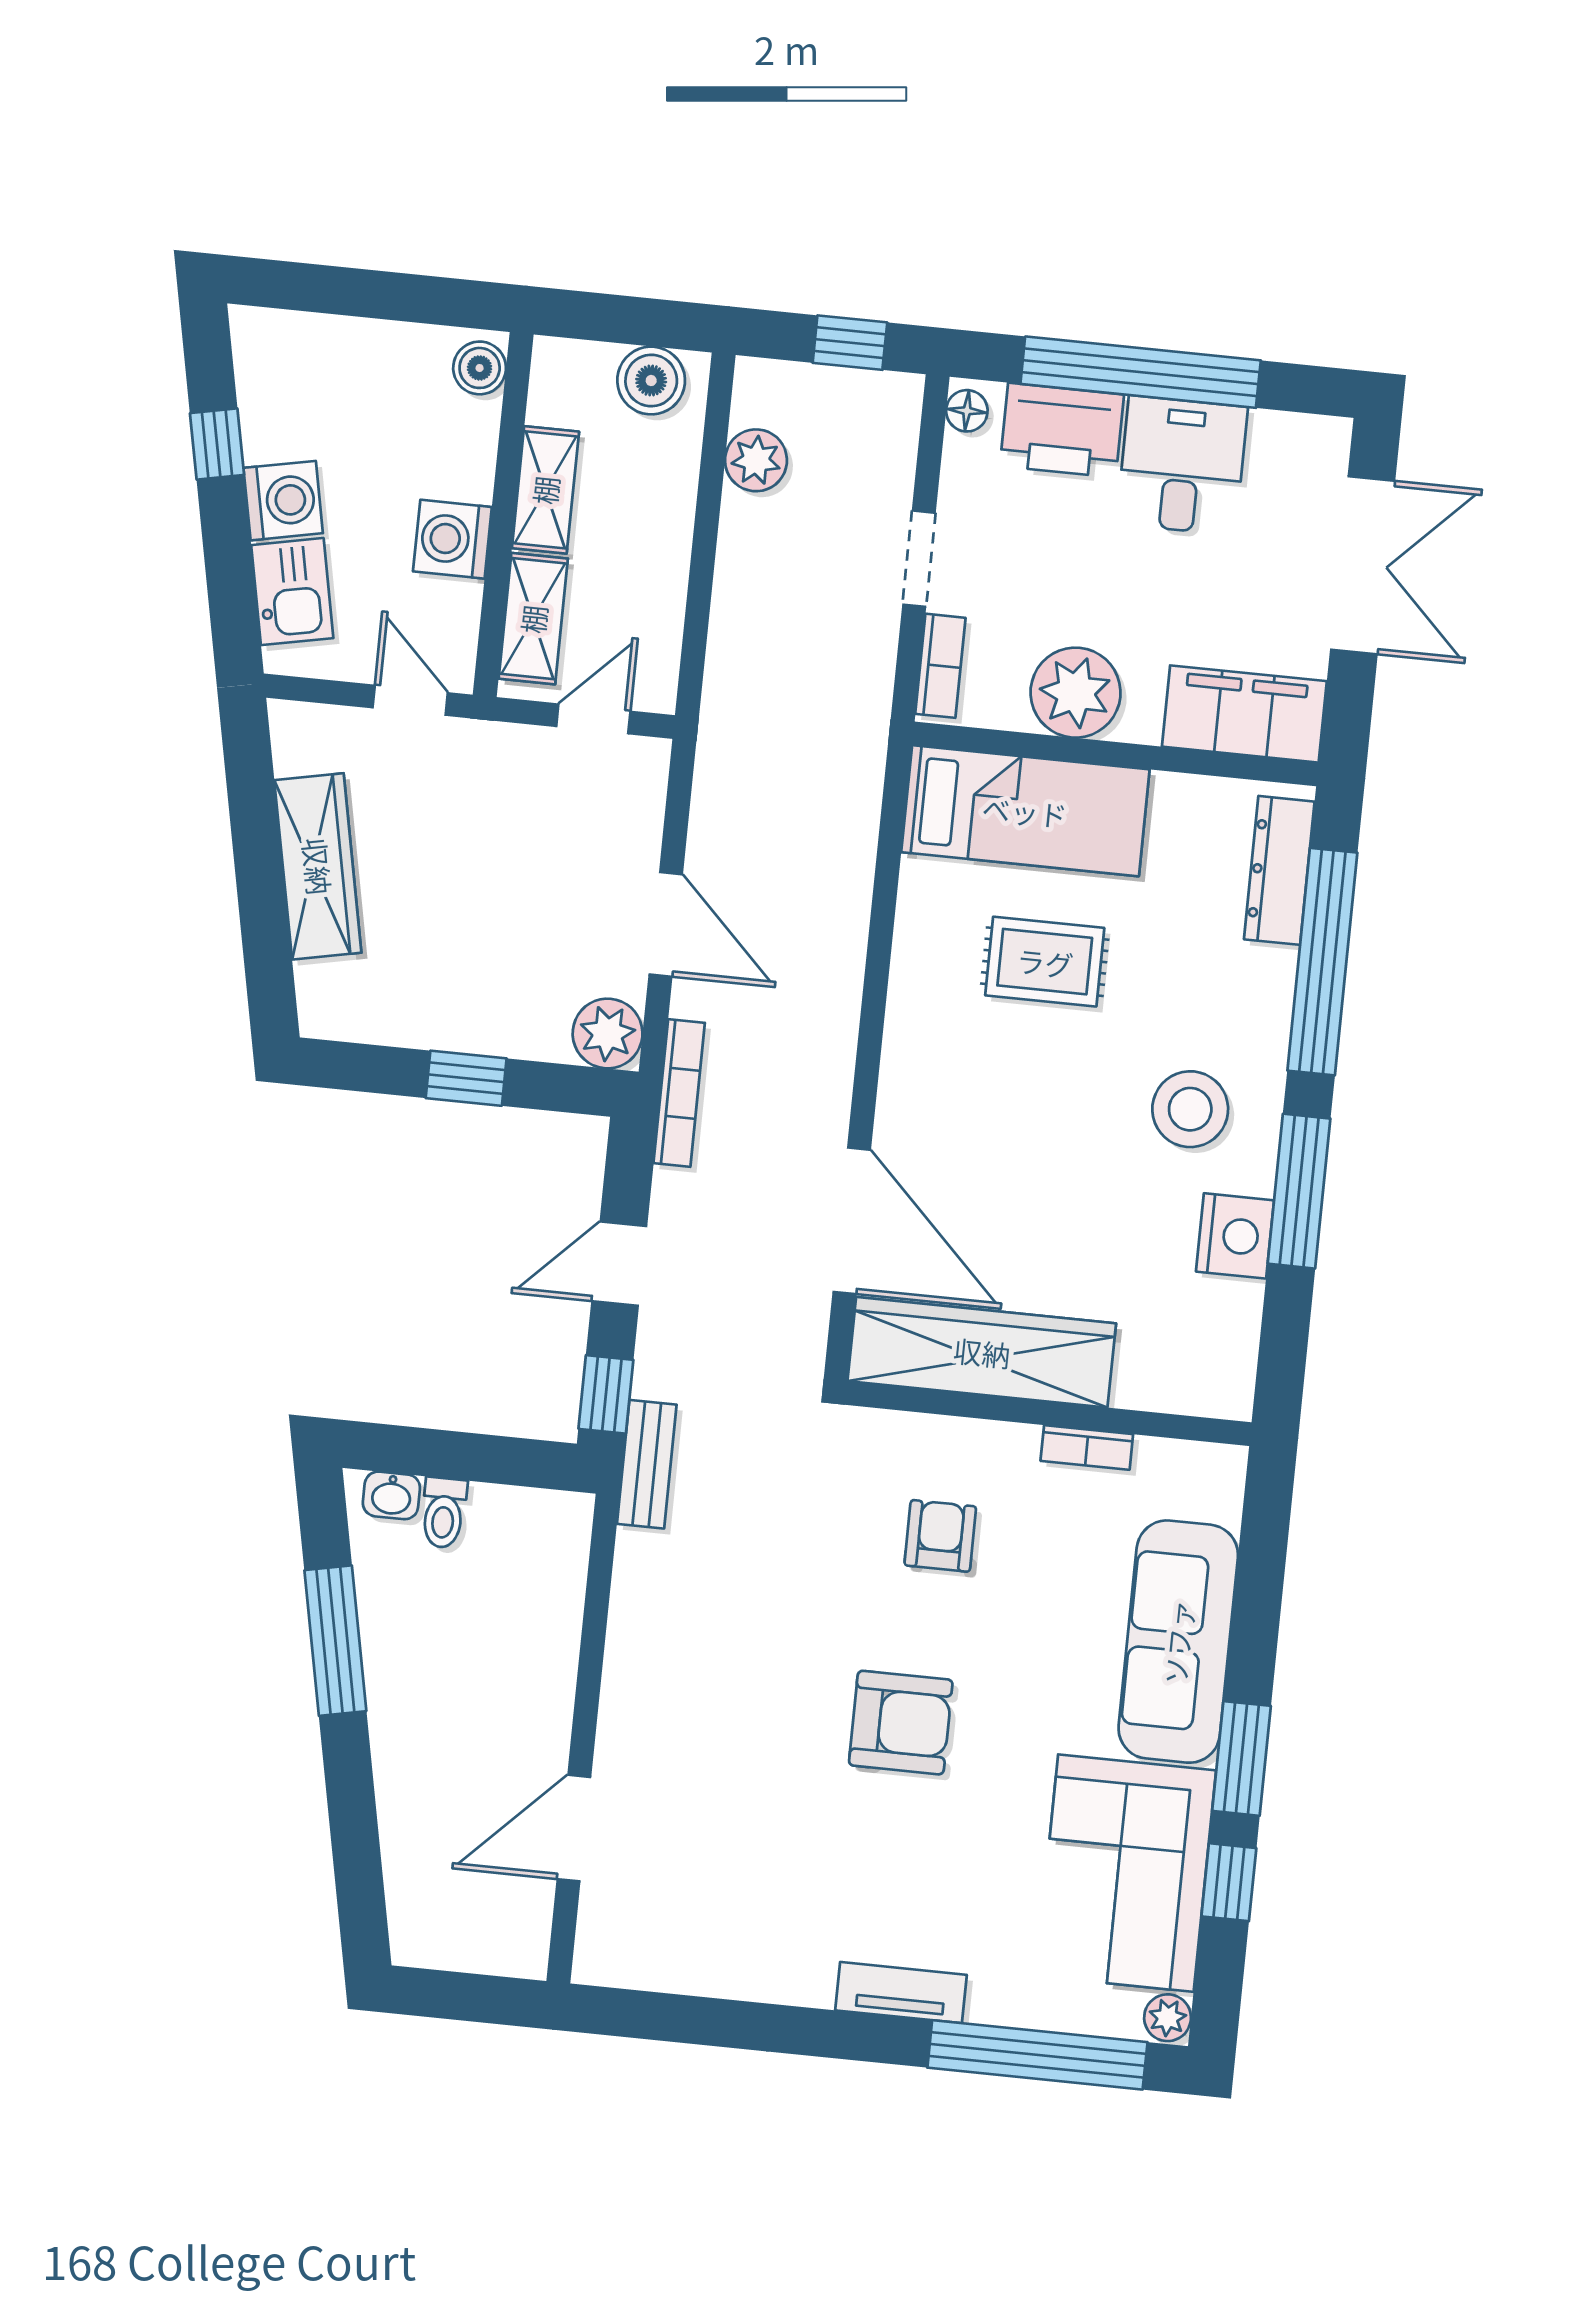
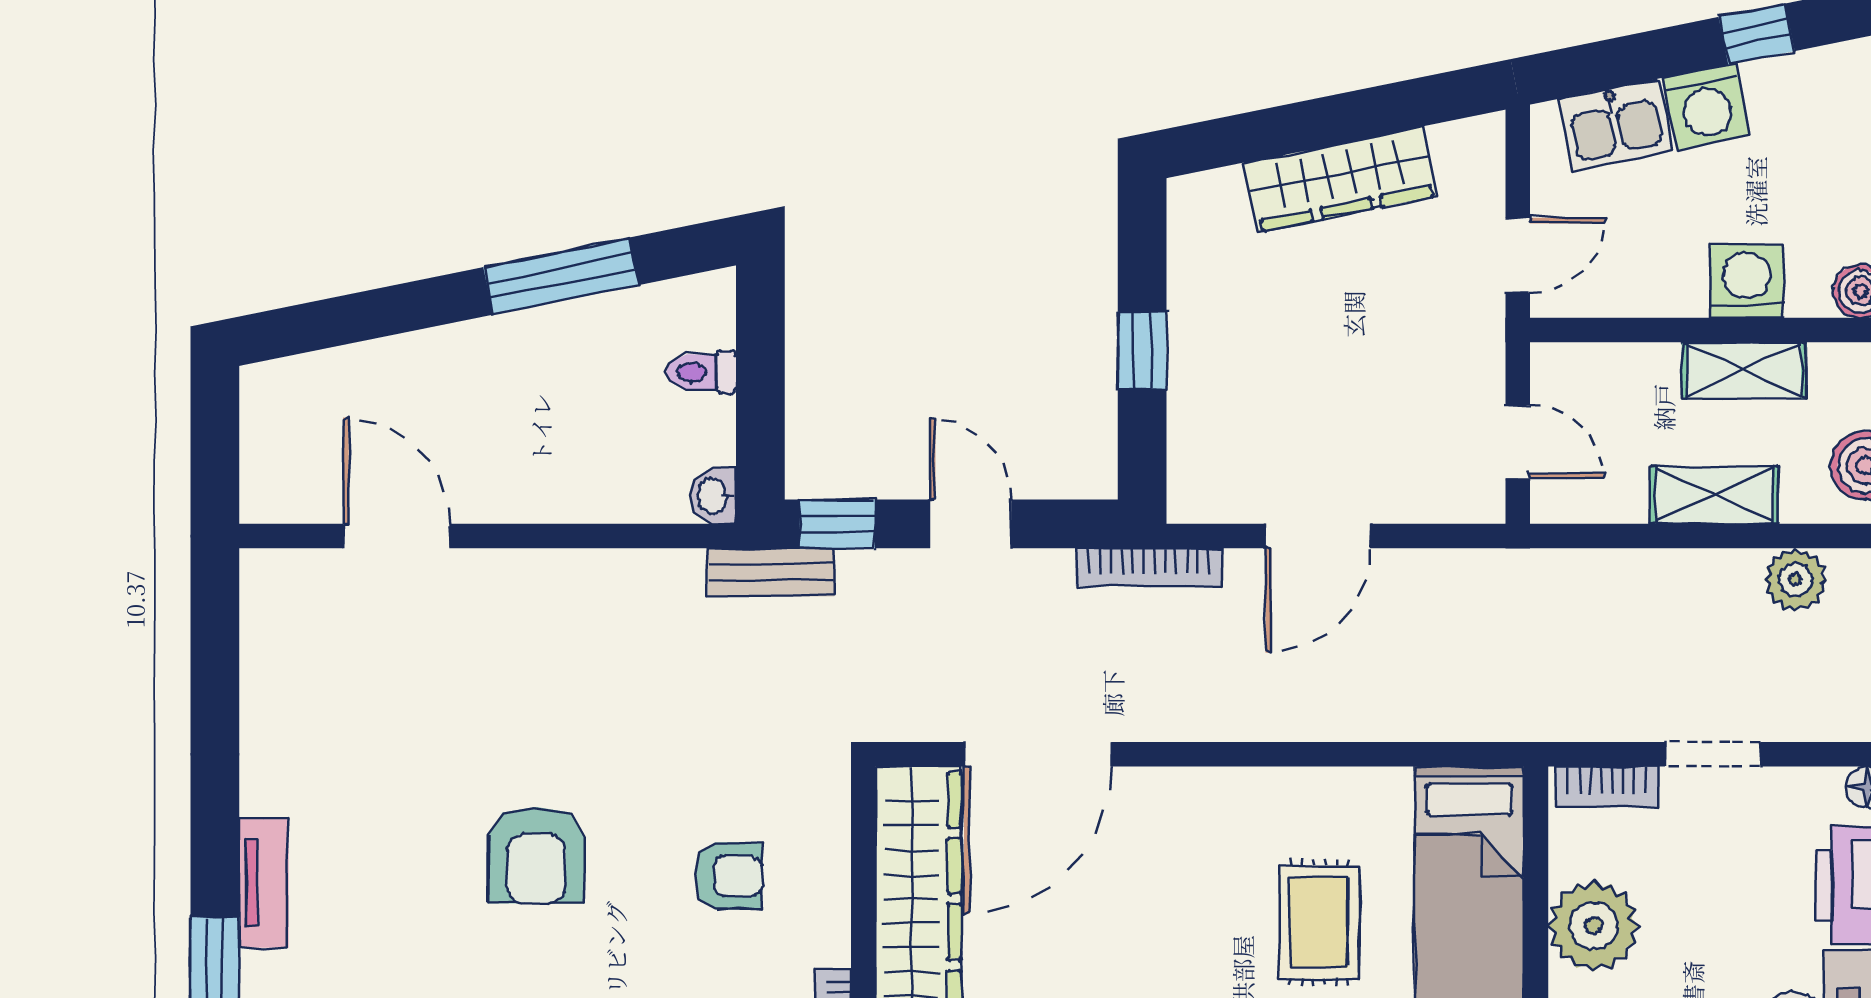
washing machine: (452, 539) -> (1747, 281), moved
shelving: (533, 619) -> (1714, 495), moved
plant: (608, 1033) -> (1202, 489), removed
washbasin: (391, 1495) -> (713, 496), moved

